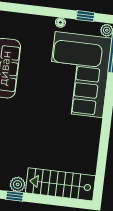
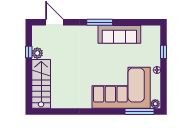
window: (85, 16) -> (164, 52), moved

